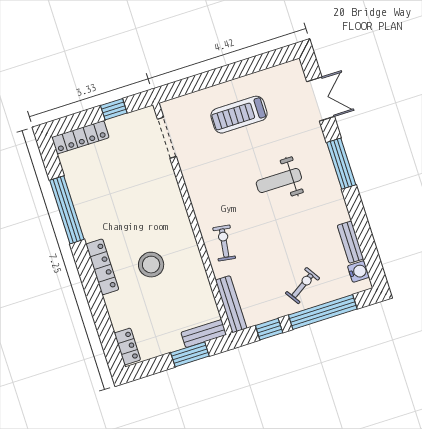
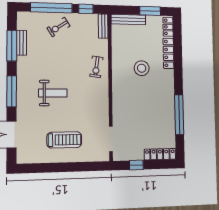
window: (363, 233) -> (12, 46), added
locker: (102, 267) -> (168, 53), moved
water cooler: (358, 272) -> (22, 24), removed
bench: (231, 304) -> (103, 26), width x0.73
bench: (204, 334) -> (128, 19), width x1.36
window: (190, 354) -> (150, 11), moved

